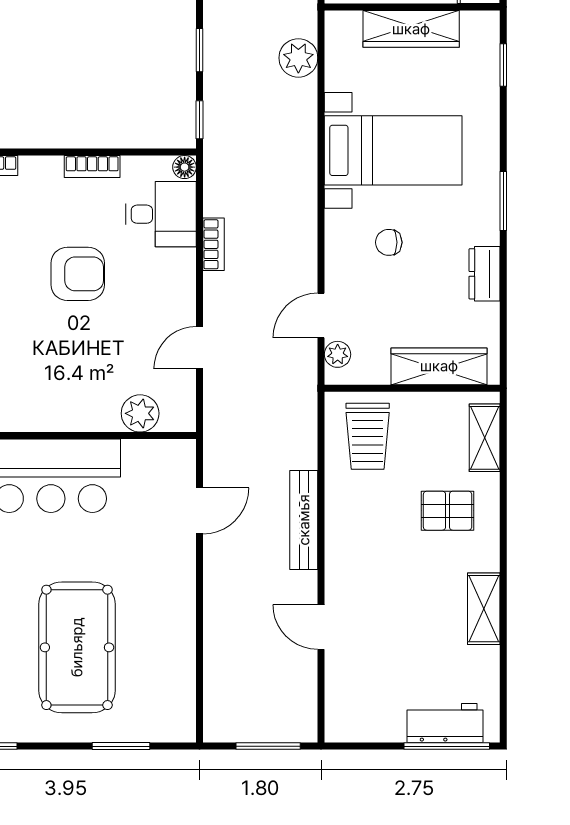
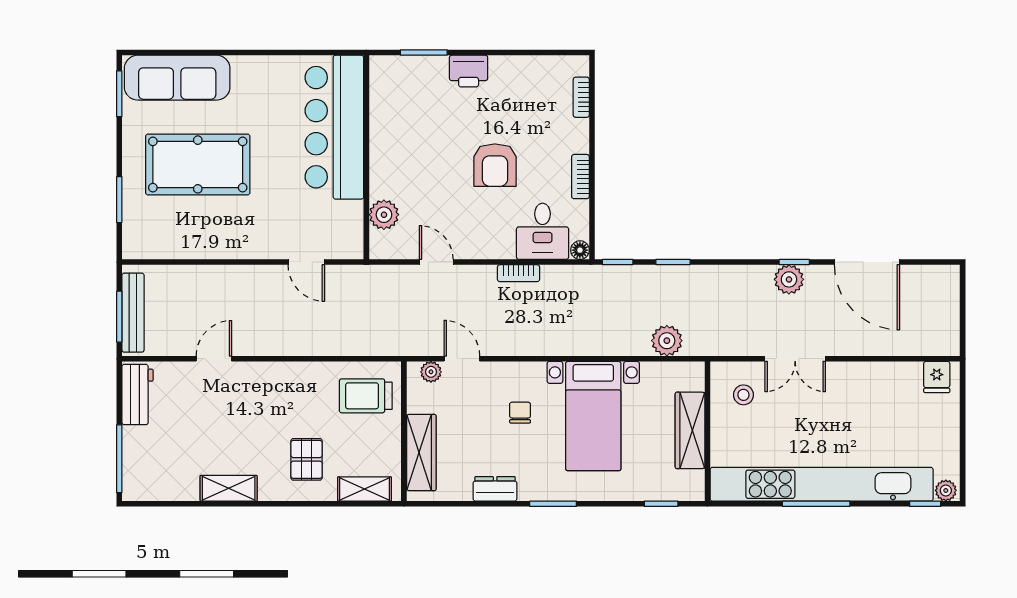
bench: (304, 520) -> (133, 313), moved, turned 90
workbench: (445, 723) -> (138, 395), moved

